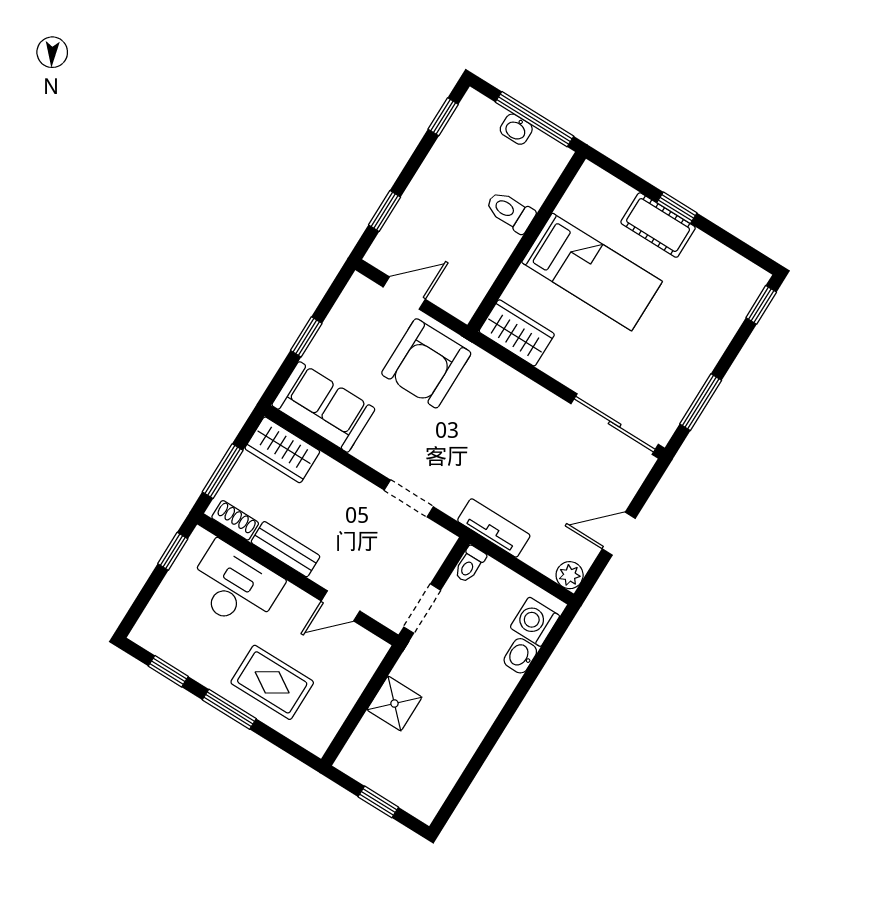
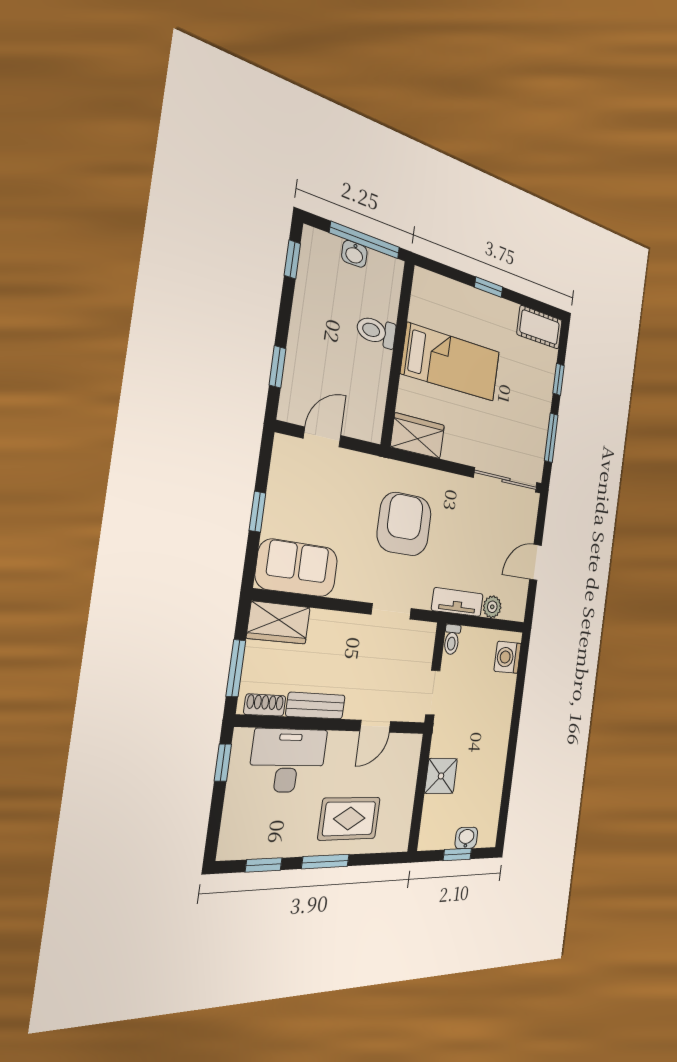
cot: (658, 225) -> (540, 327), moved
window: (761, 305) -> (559, 379), moved
armchair: (426, 363) -> (404, 524), moved, turned 180
plant: (570, 575) -> (492, 607), moved
washbasin: (520, 656) -> (466, 838), moved, turned 90

